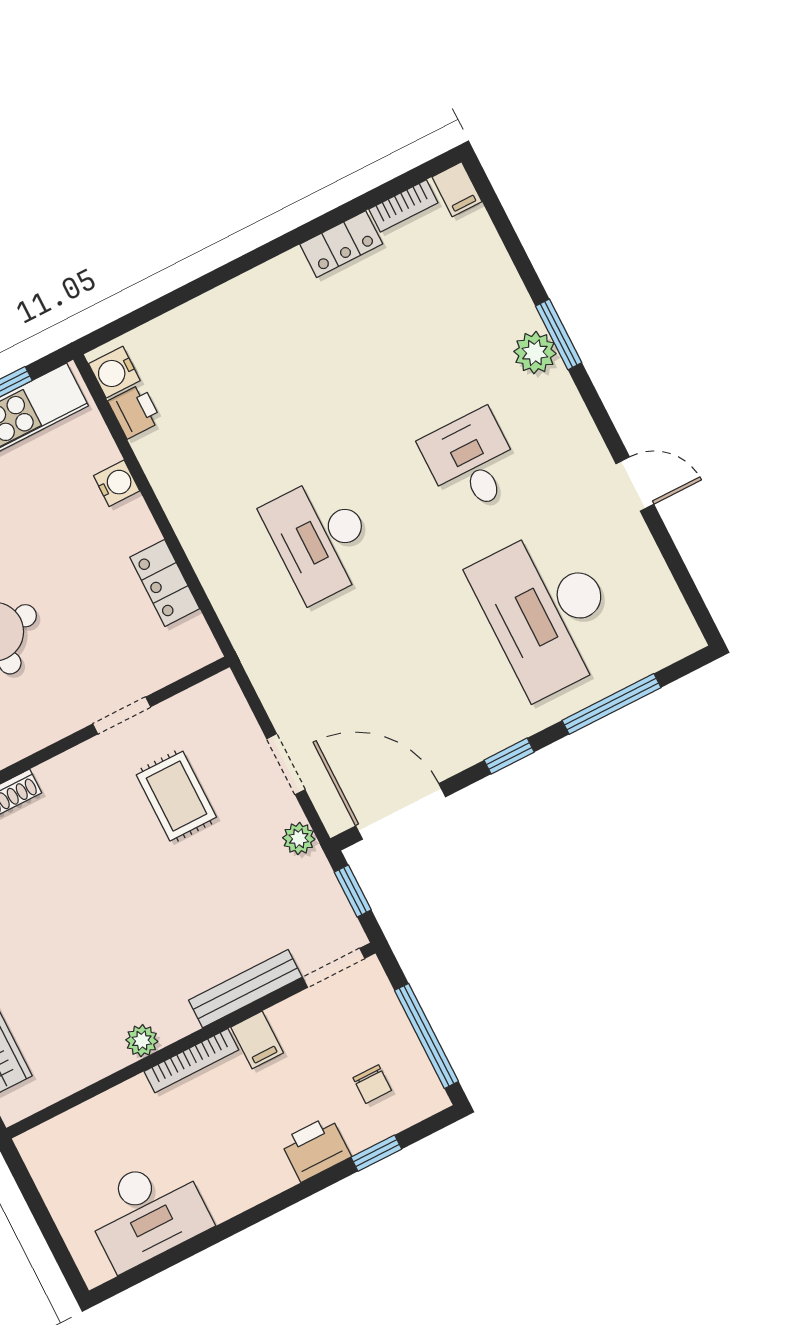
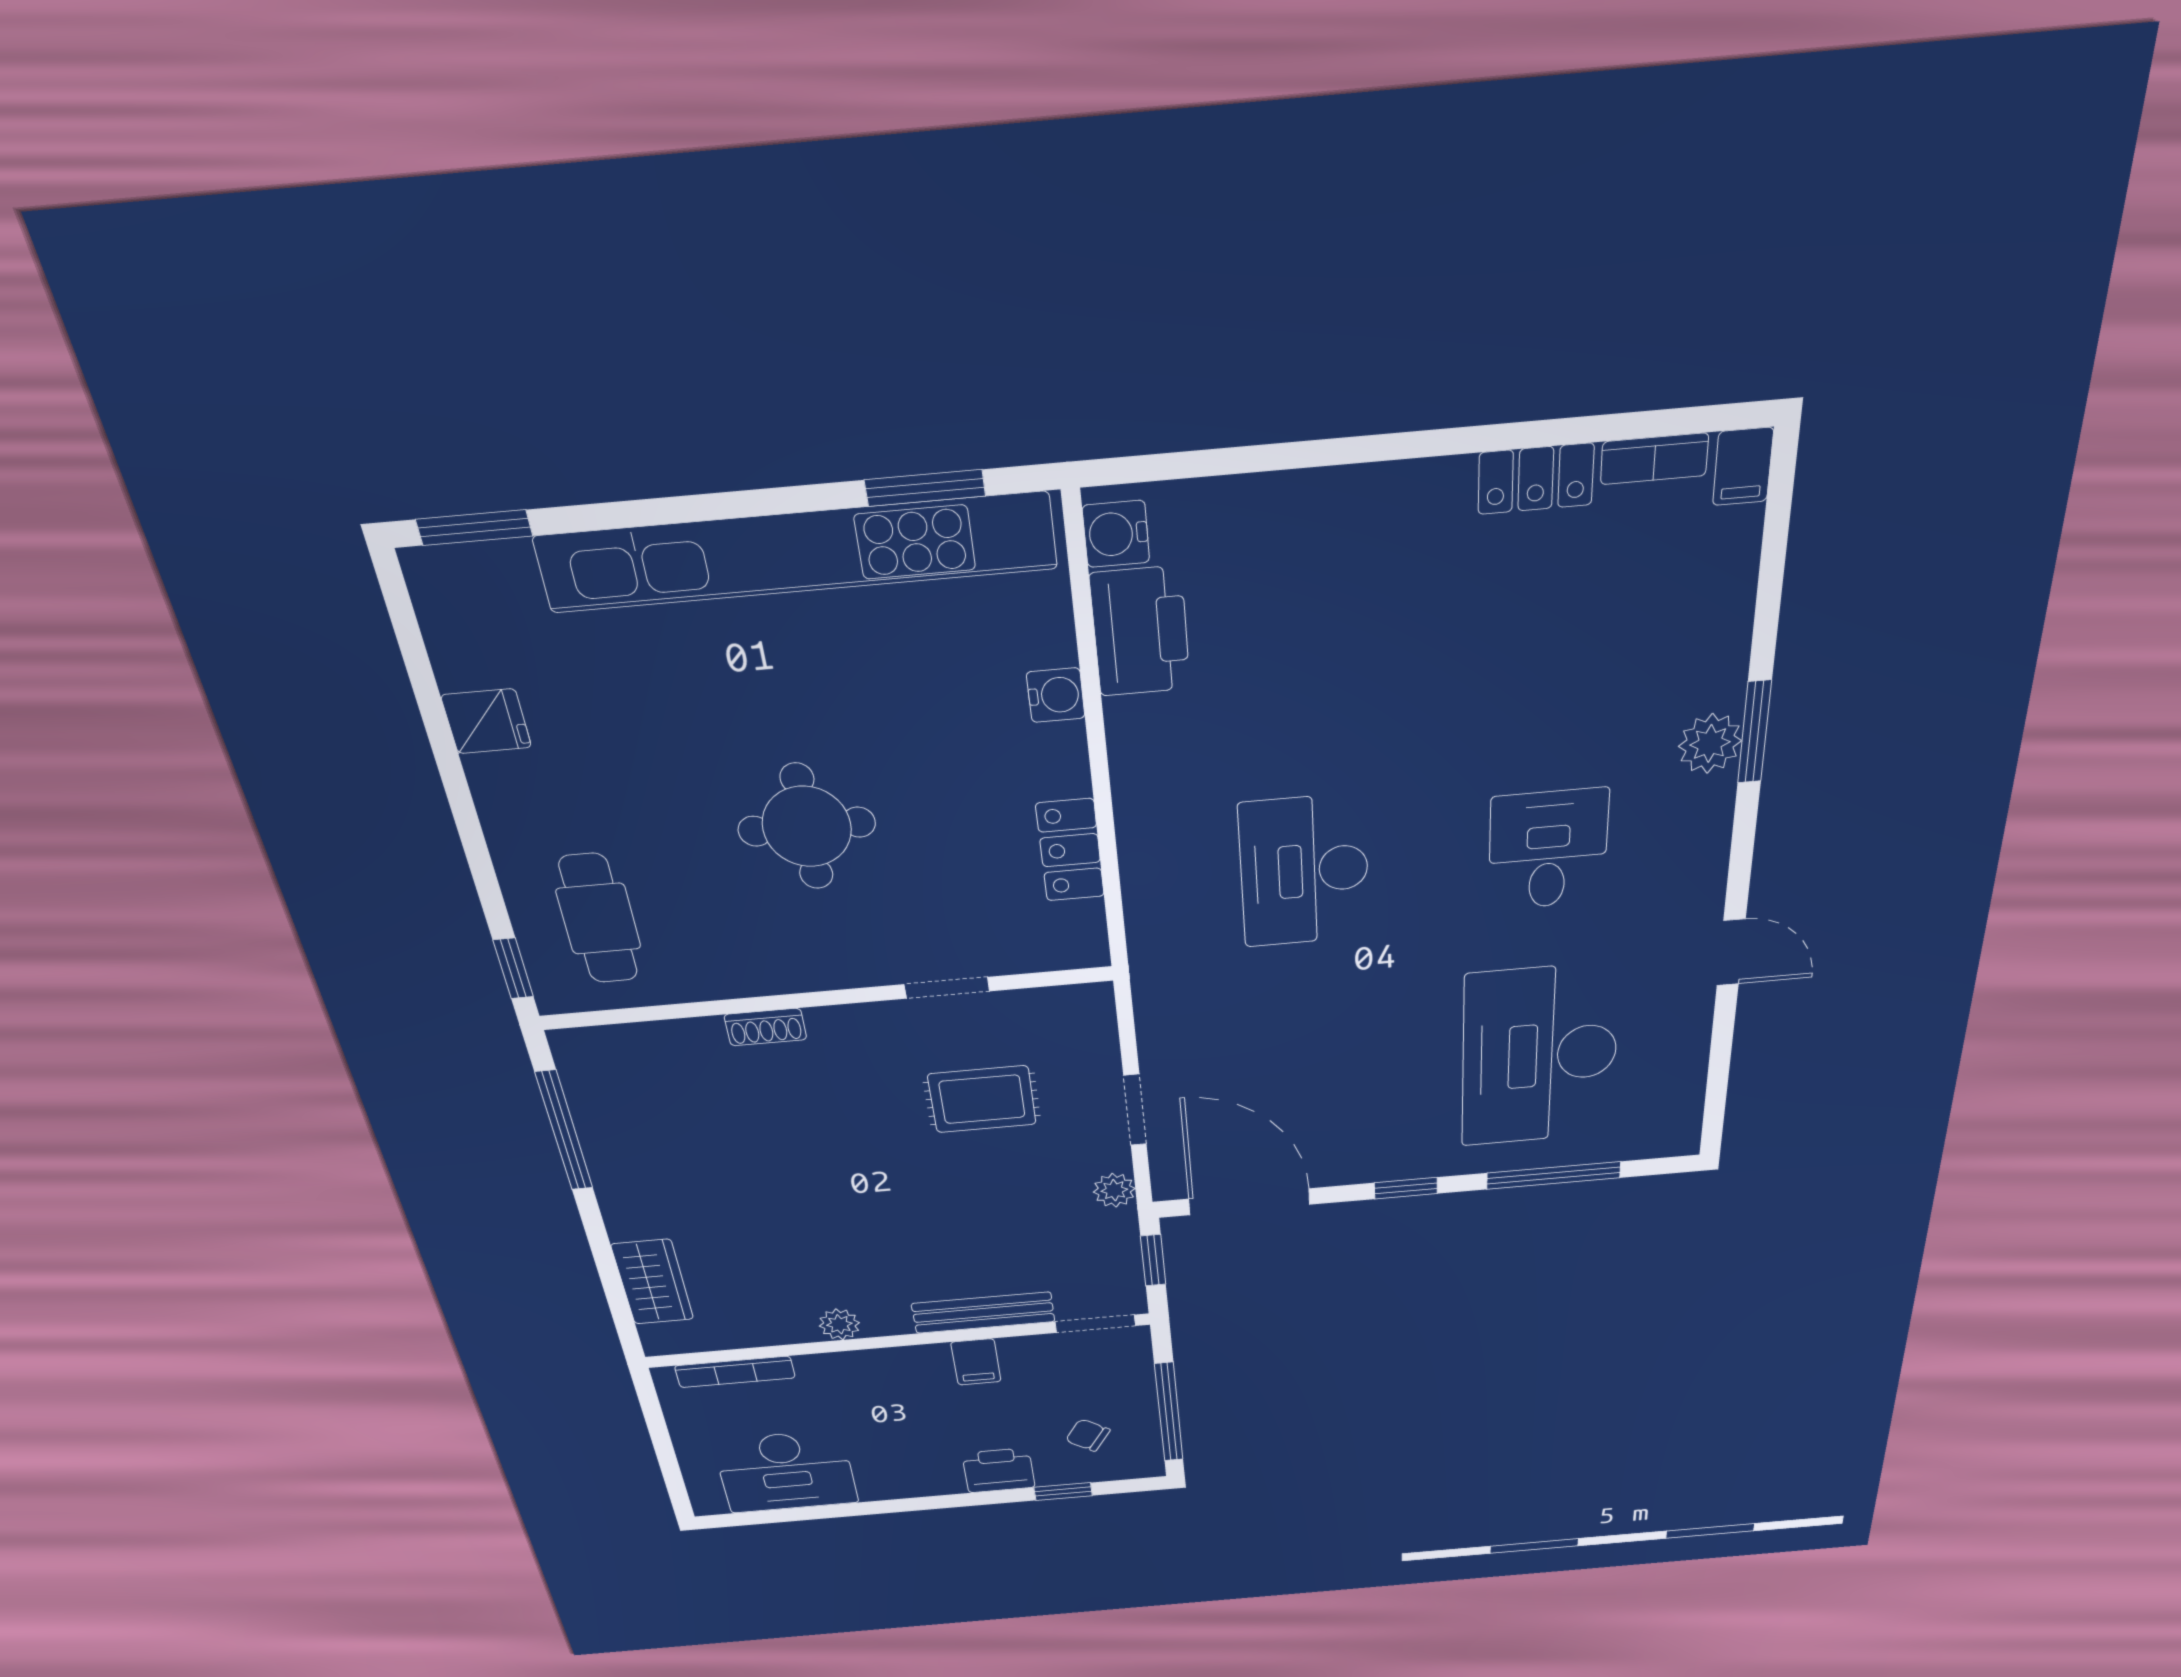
printer: (135, 411) -> (1140, 632), width x1.87, depth x1.48
rug: (176, 796) -> (982, 1099), turned 90
bookcase: (191, 1061) -> (735, 1372), moved
chair: (372, 1084) -> (1088, 1435), turned 123

